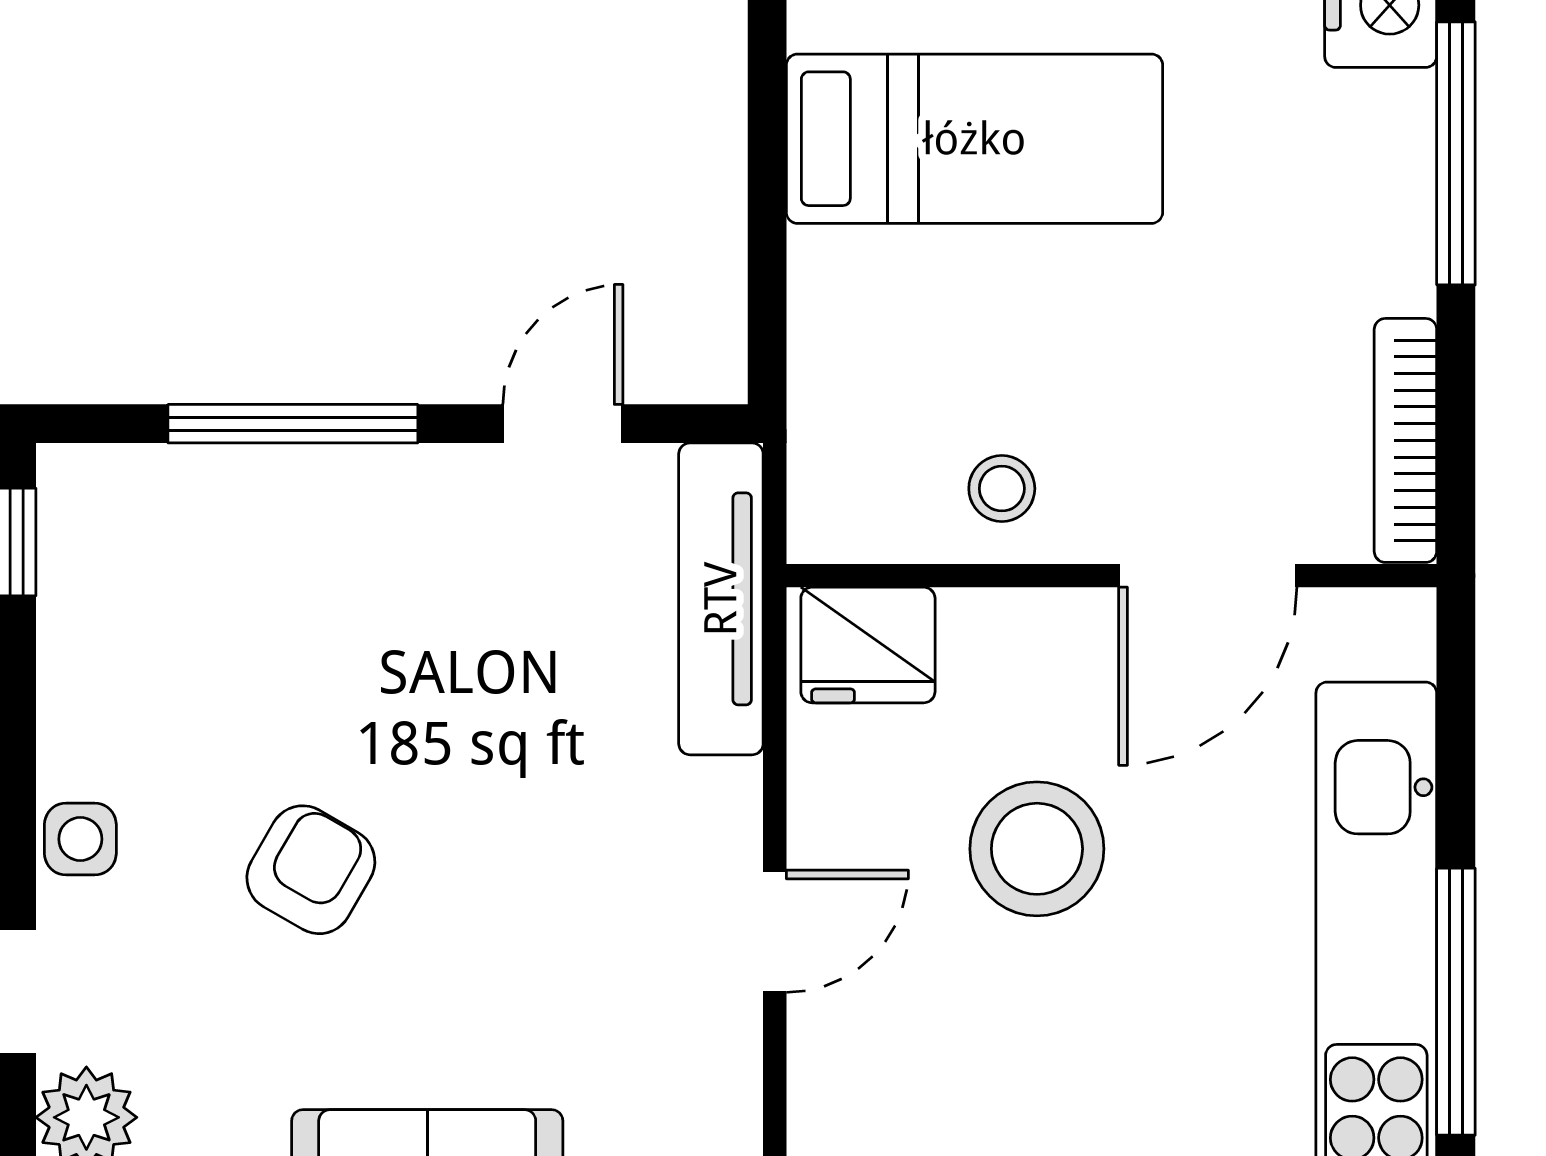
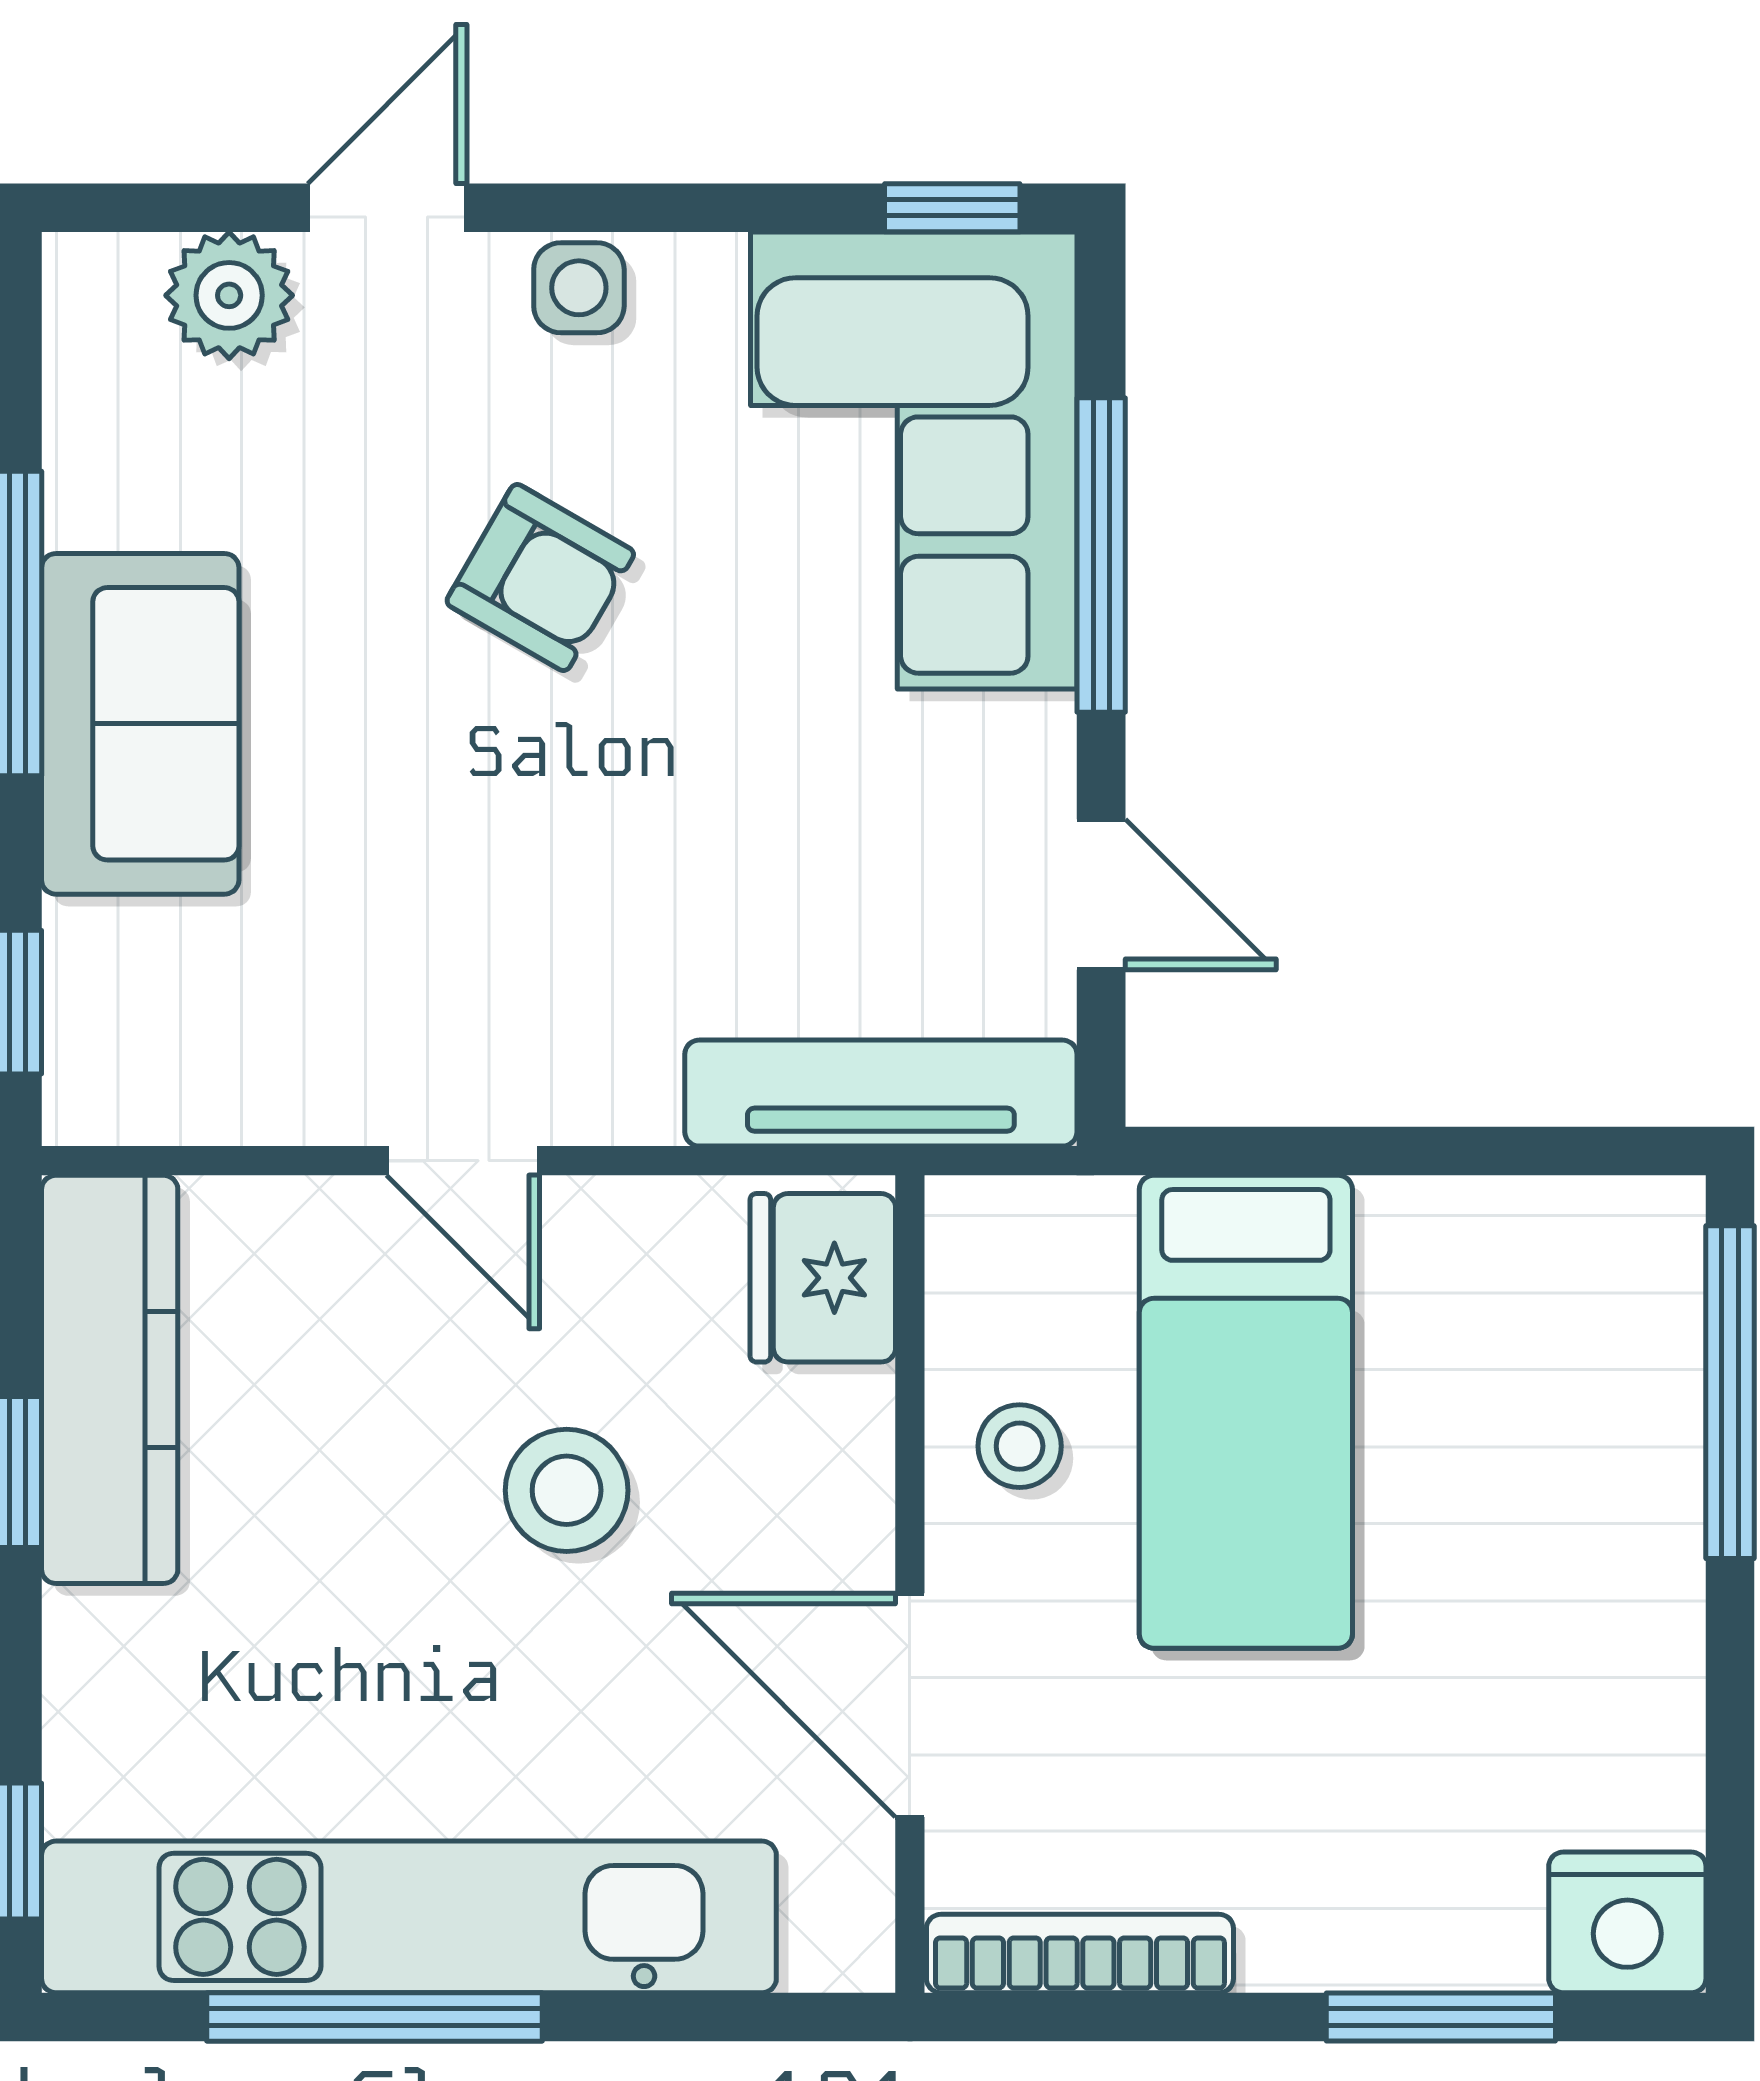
bed: (974, 139) -> (1246, 1412), moved
window: (1456, 153) -> (1441, 2017), width x0.69
corner sofa: (218, 573) -> (914, 460), added
stool: (1037, 849) -> (567, 1490), width x0.73, depth x0.73

